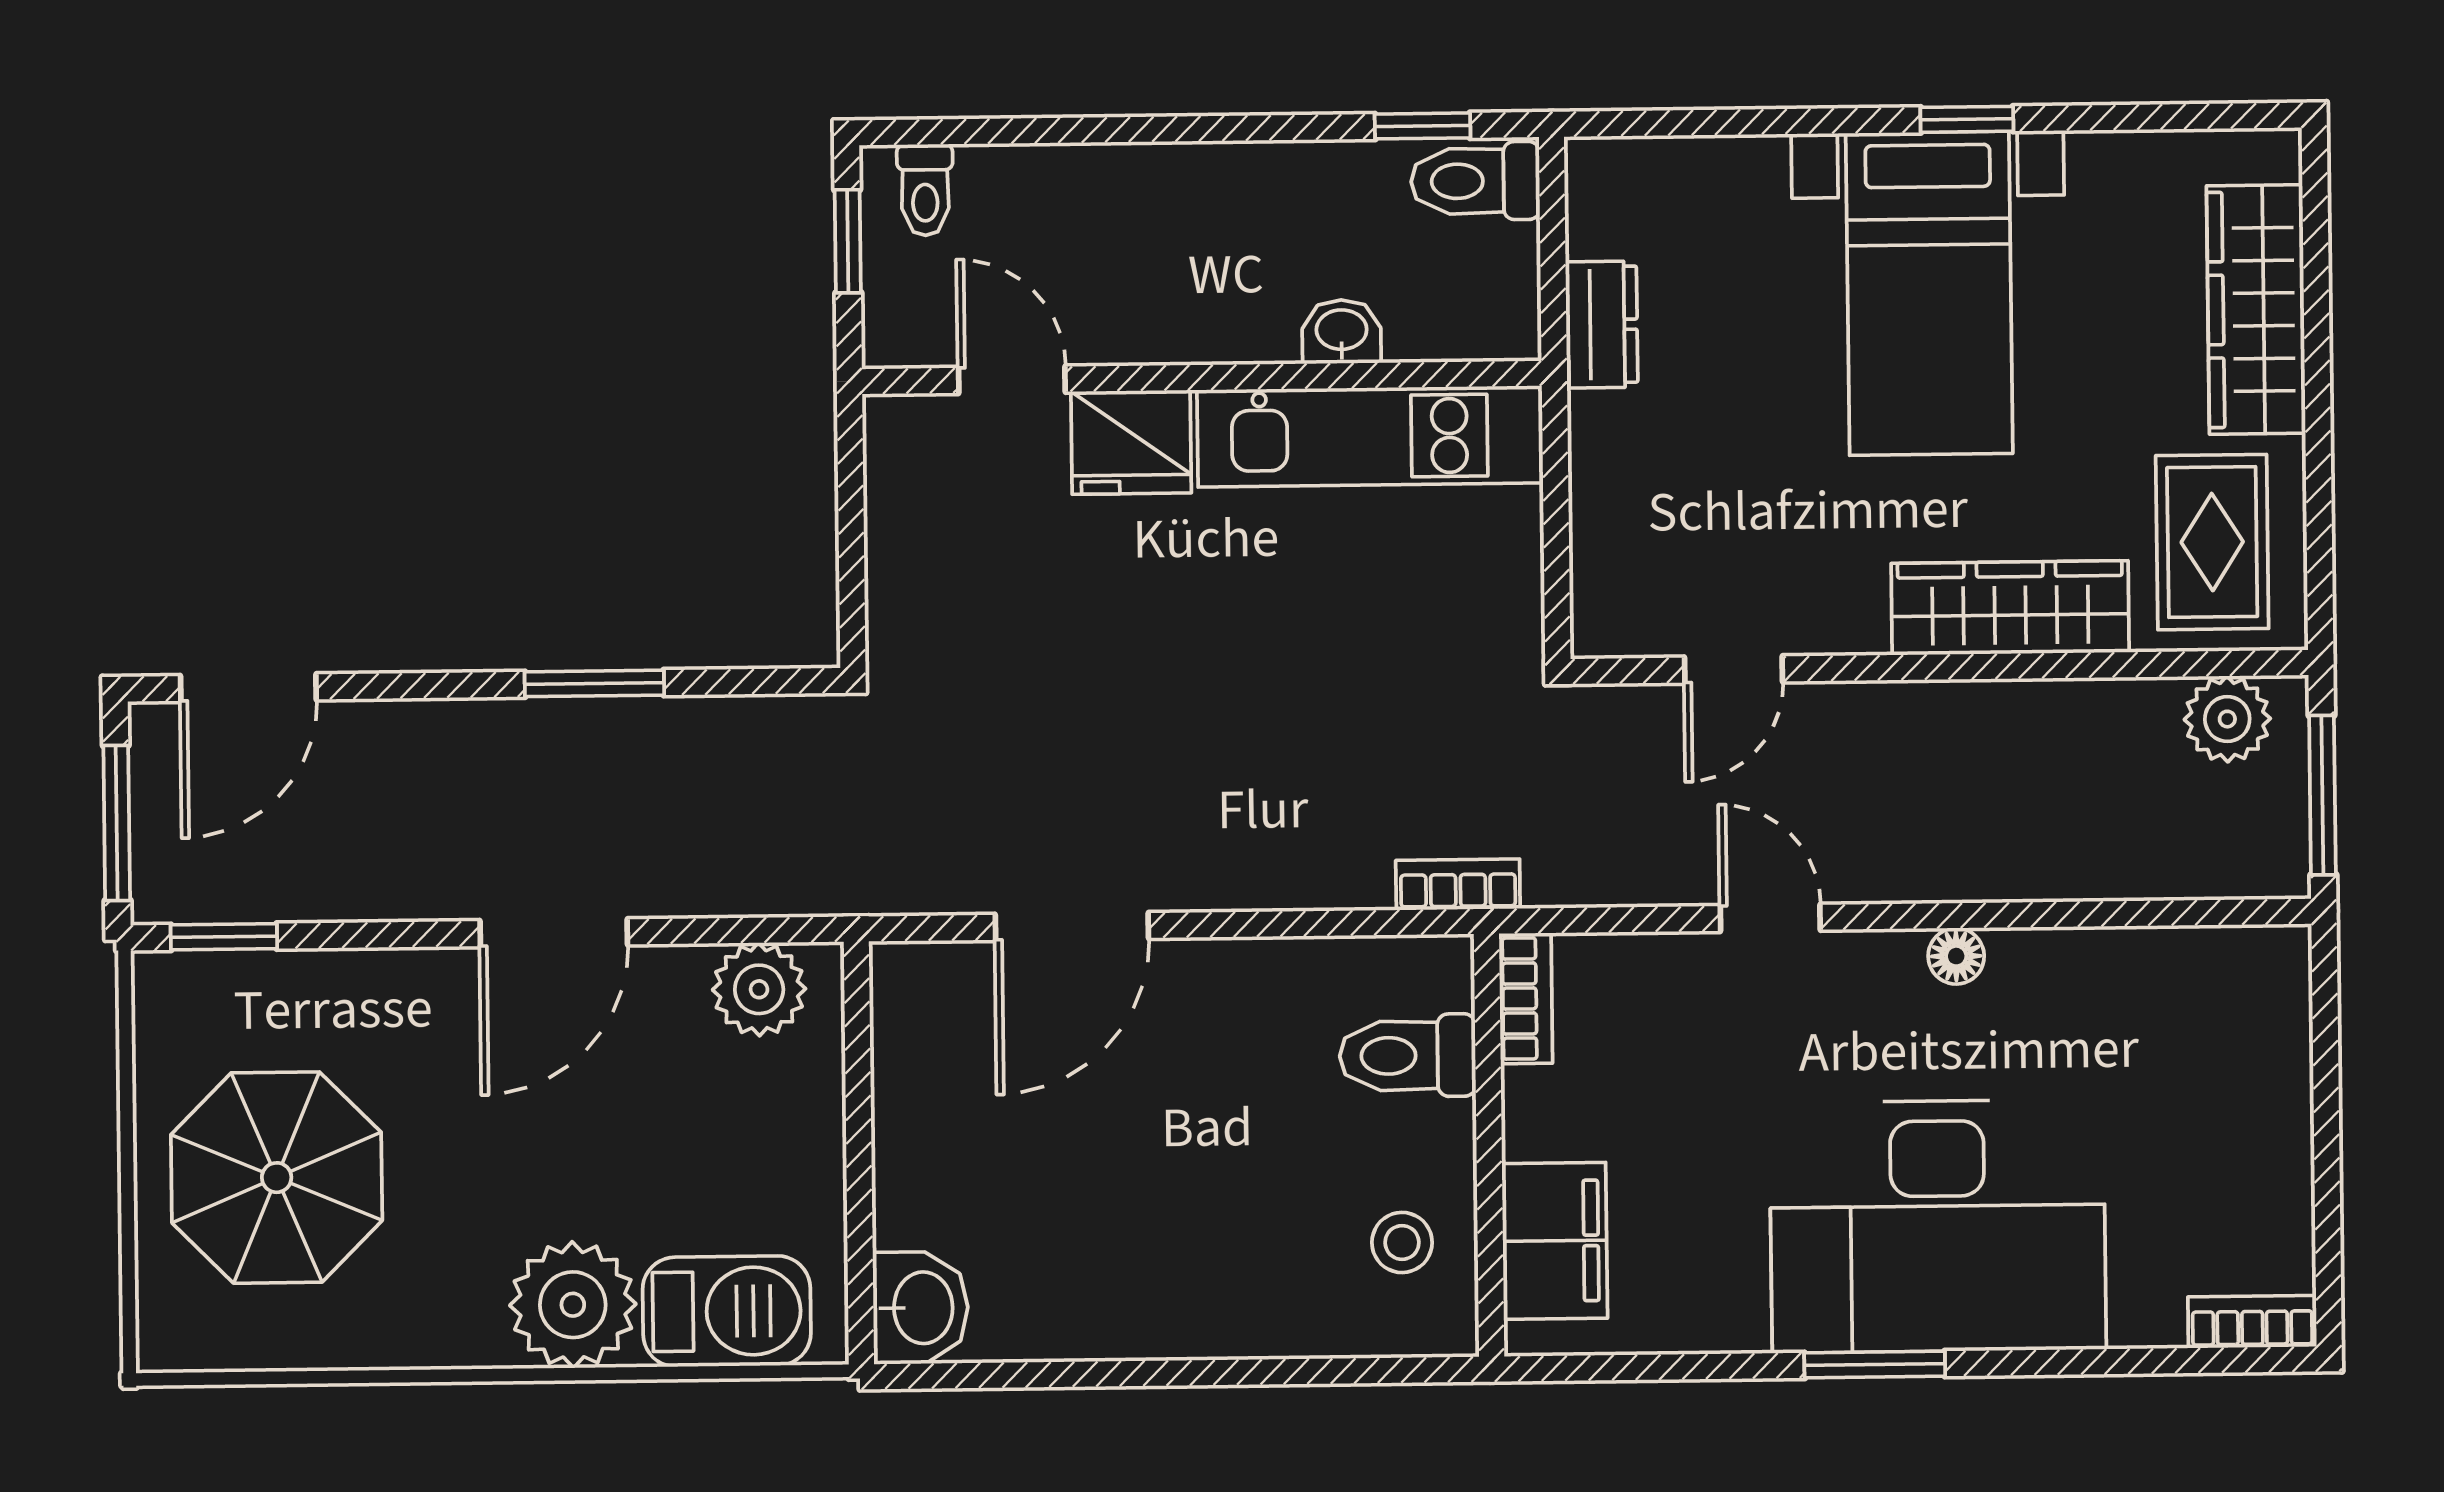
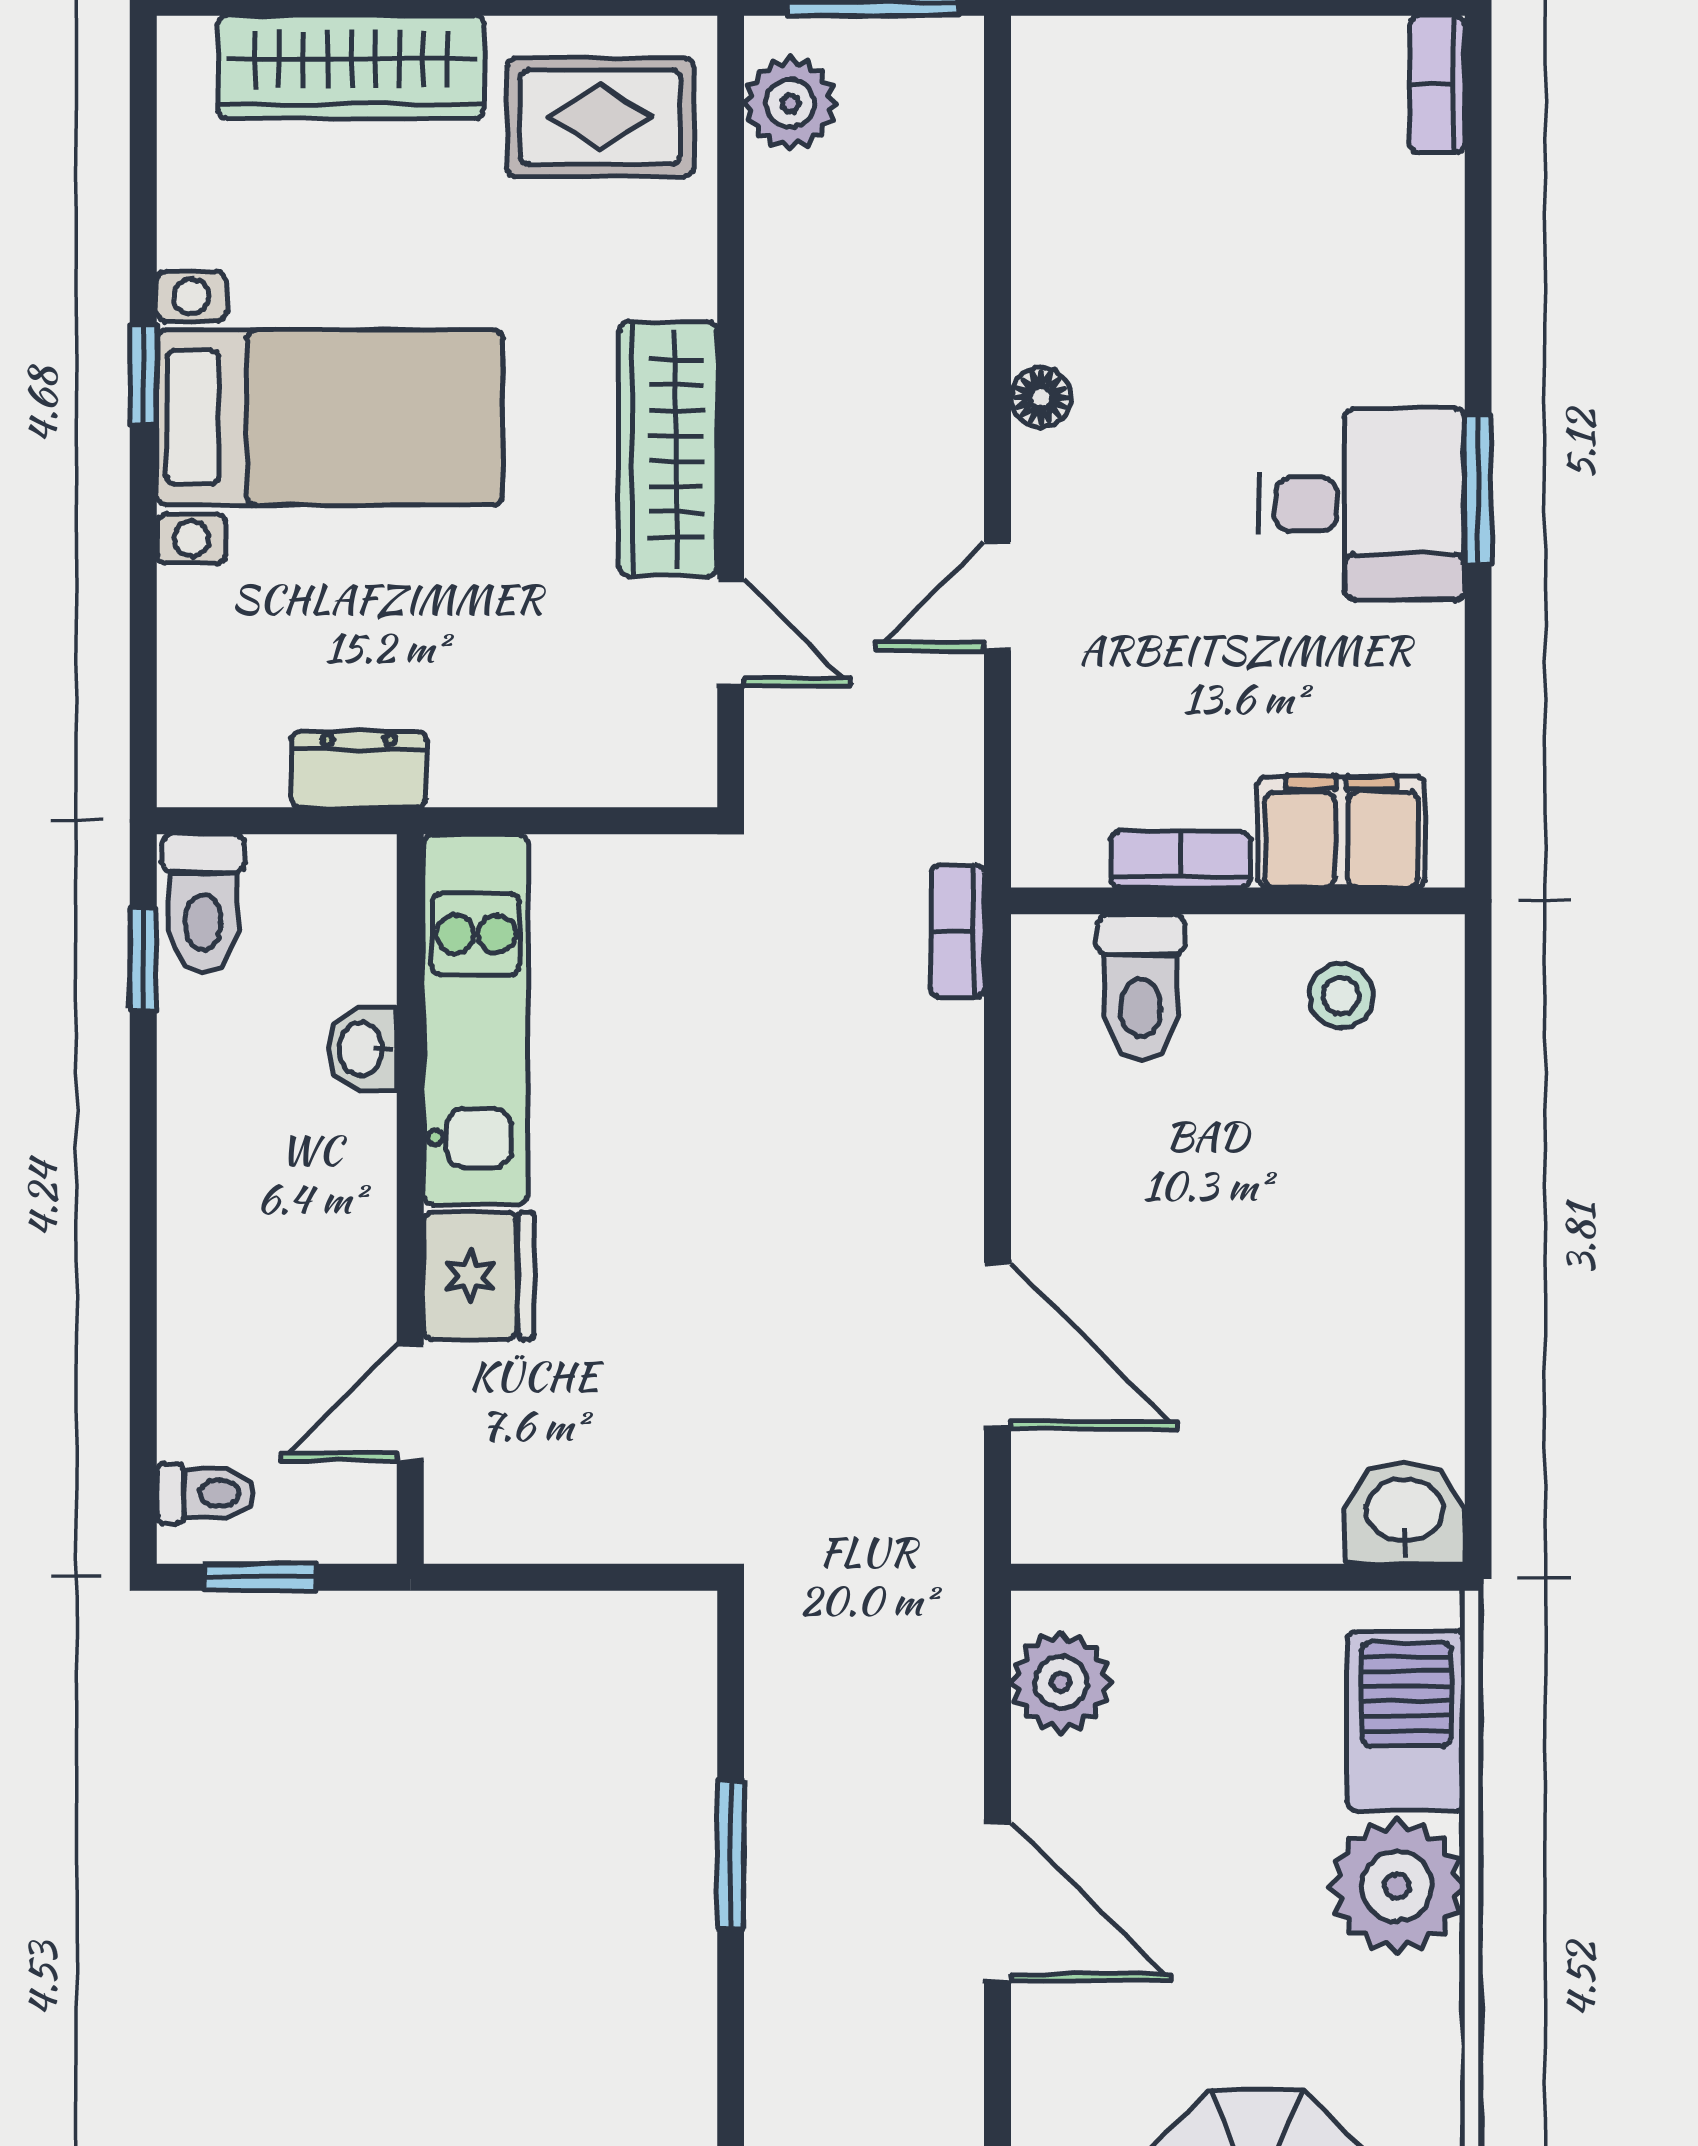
wardrobe: (2010, 608) -> (668, 449), moved
bookcase: (1526, 998) -> (1181, 860), moved
desk: (1938, 1226) -> (1362, 504), width x0.53, depth x0.77

